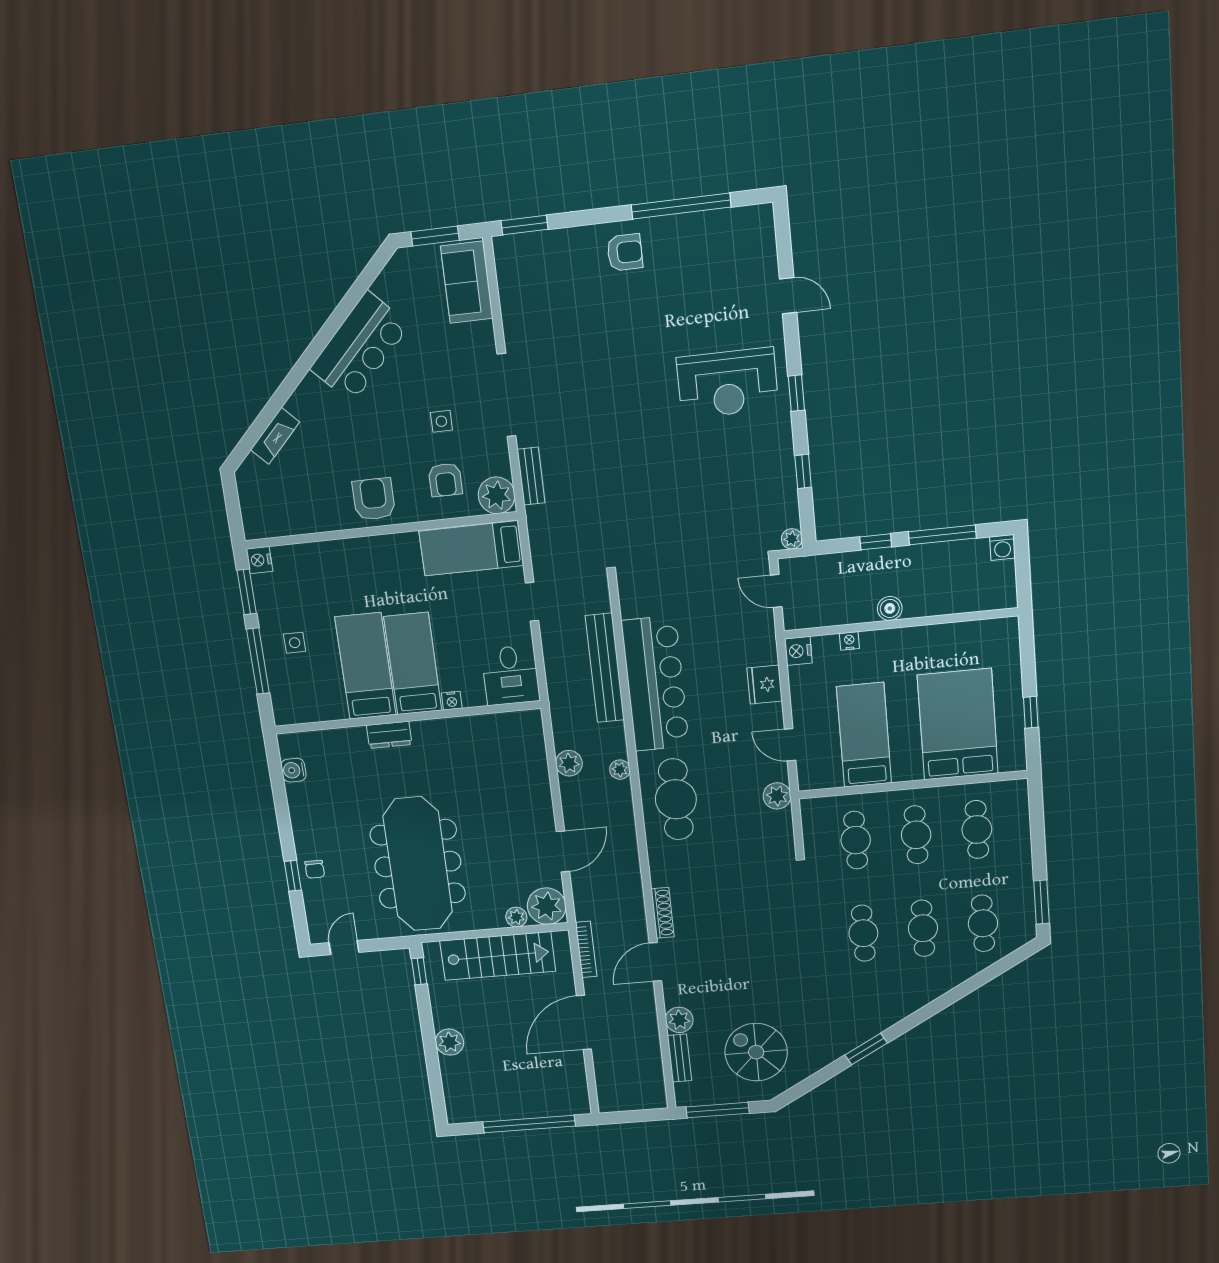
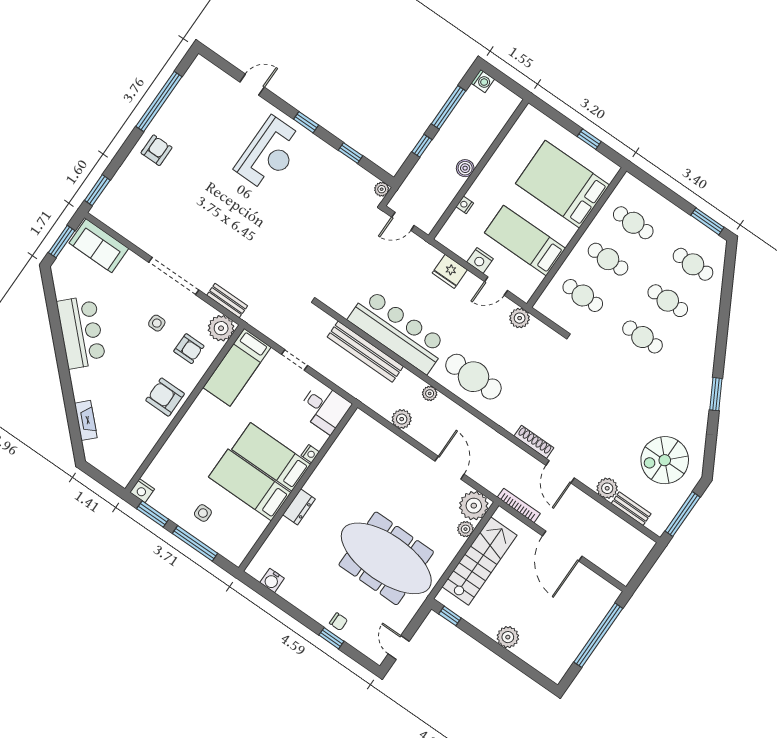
nightstand: (798, 651) -> (480, 260), moved

